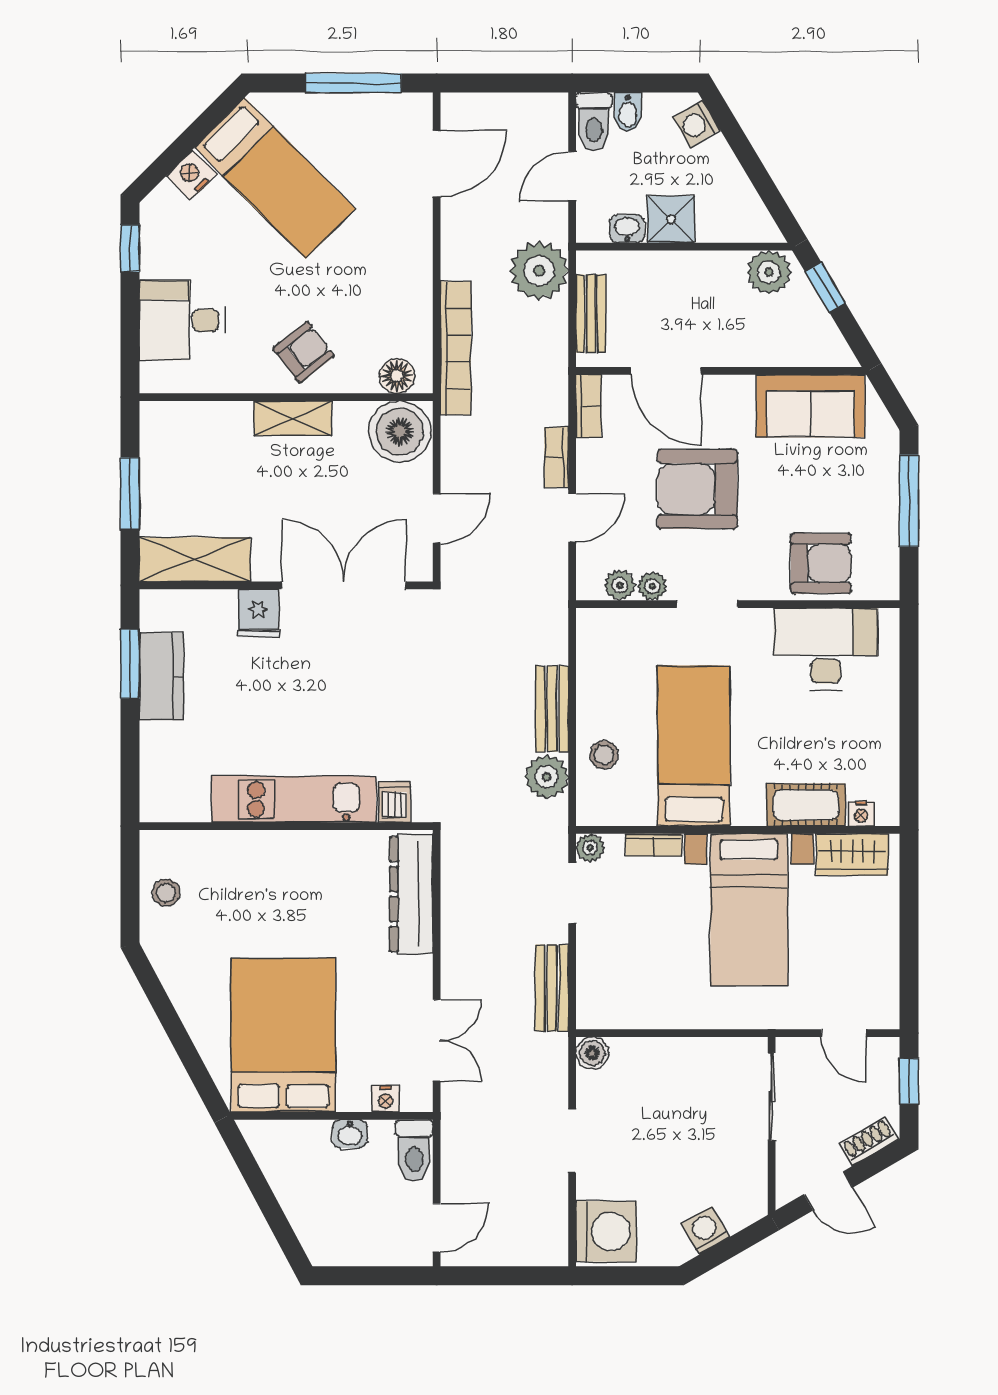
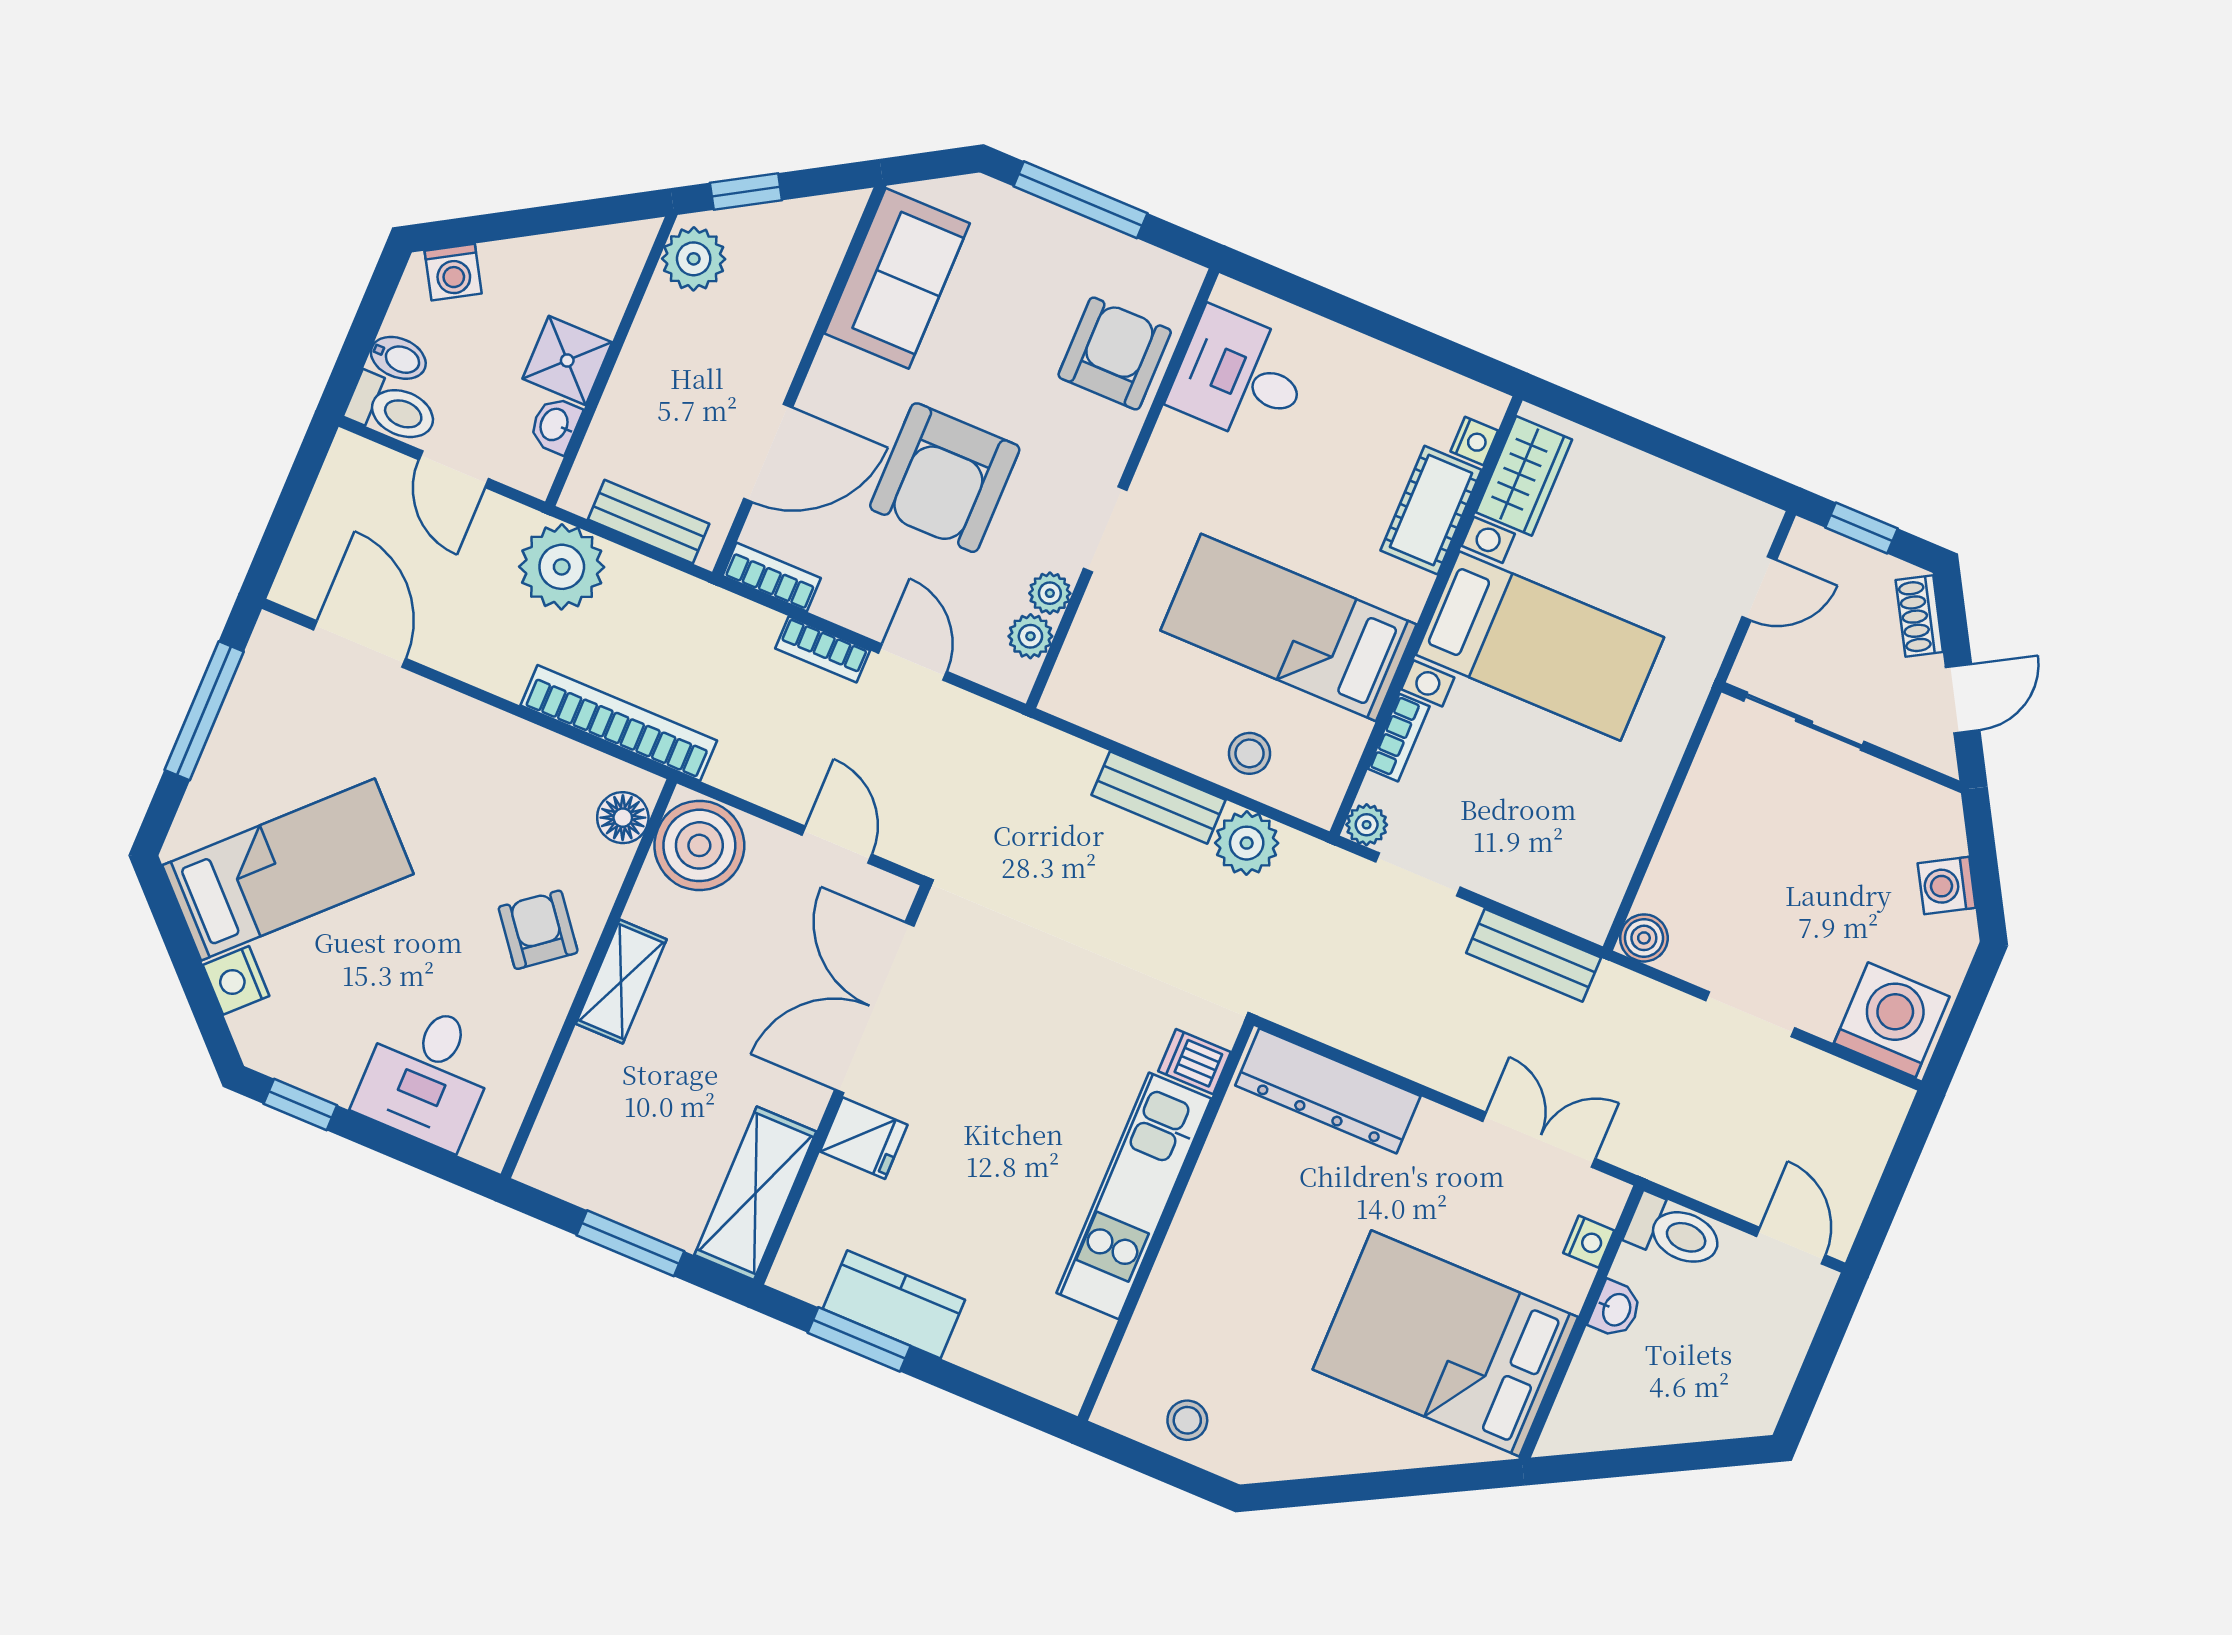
desk: (826, 649) -> (1240, 376), width x0.73

